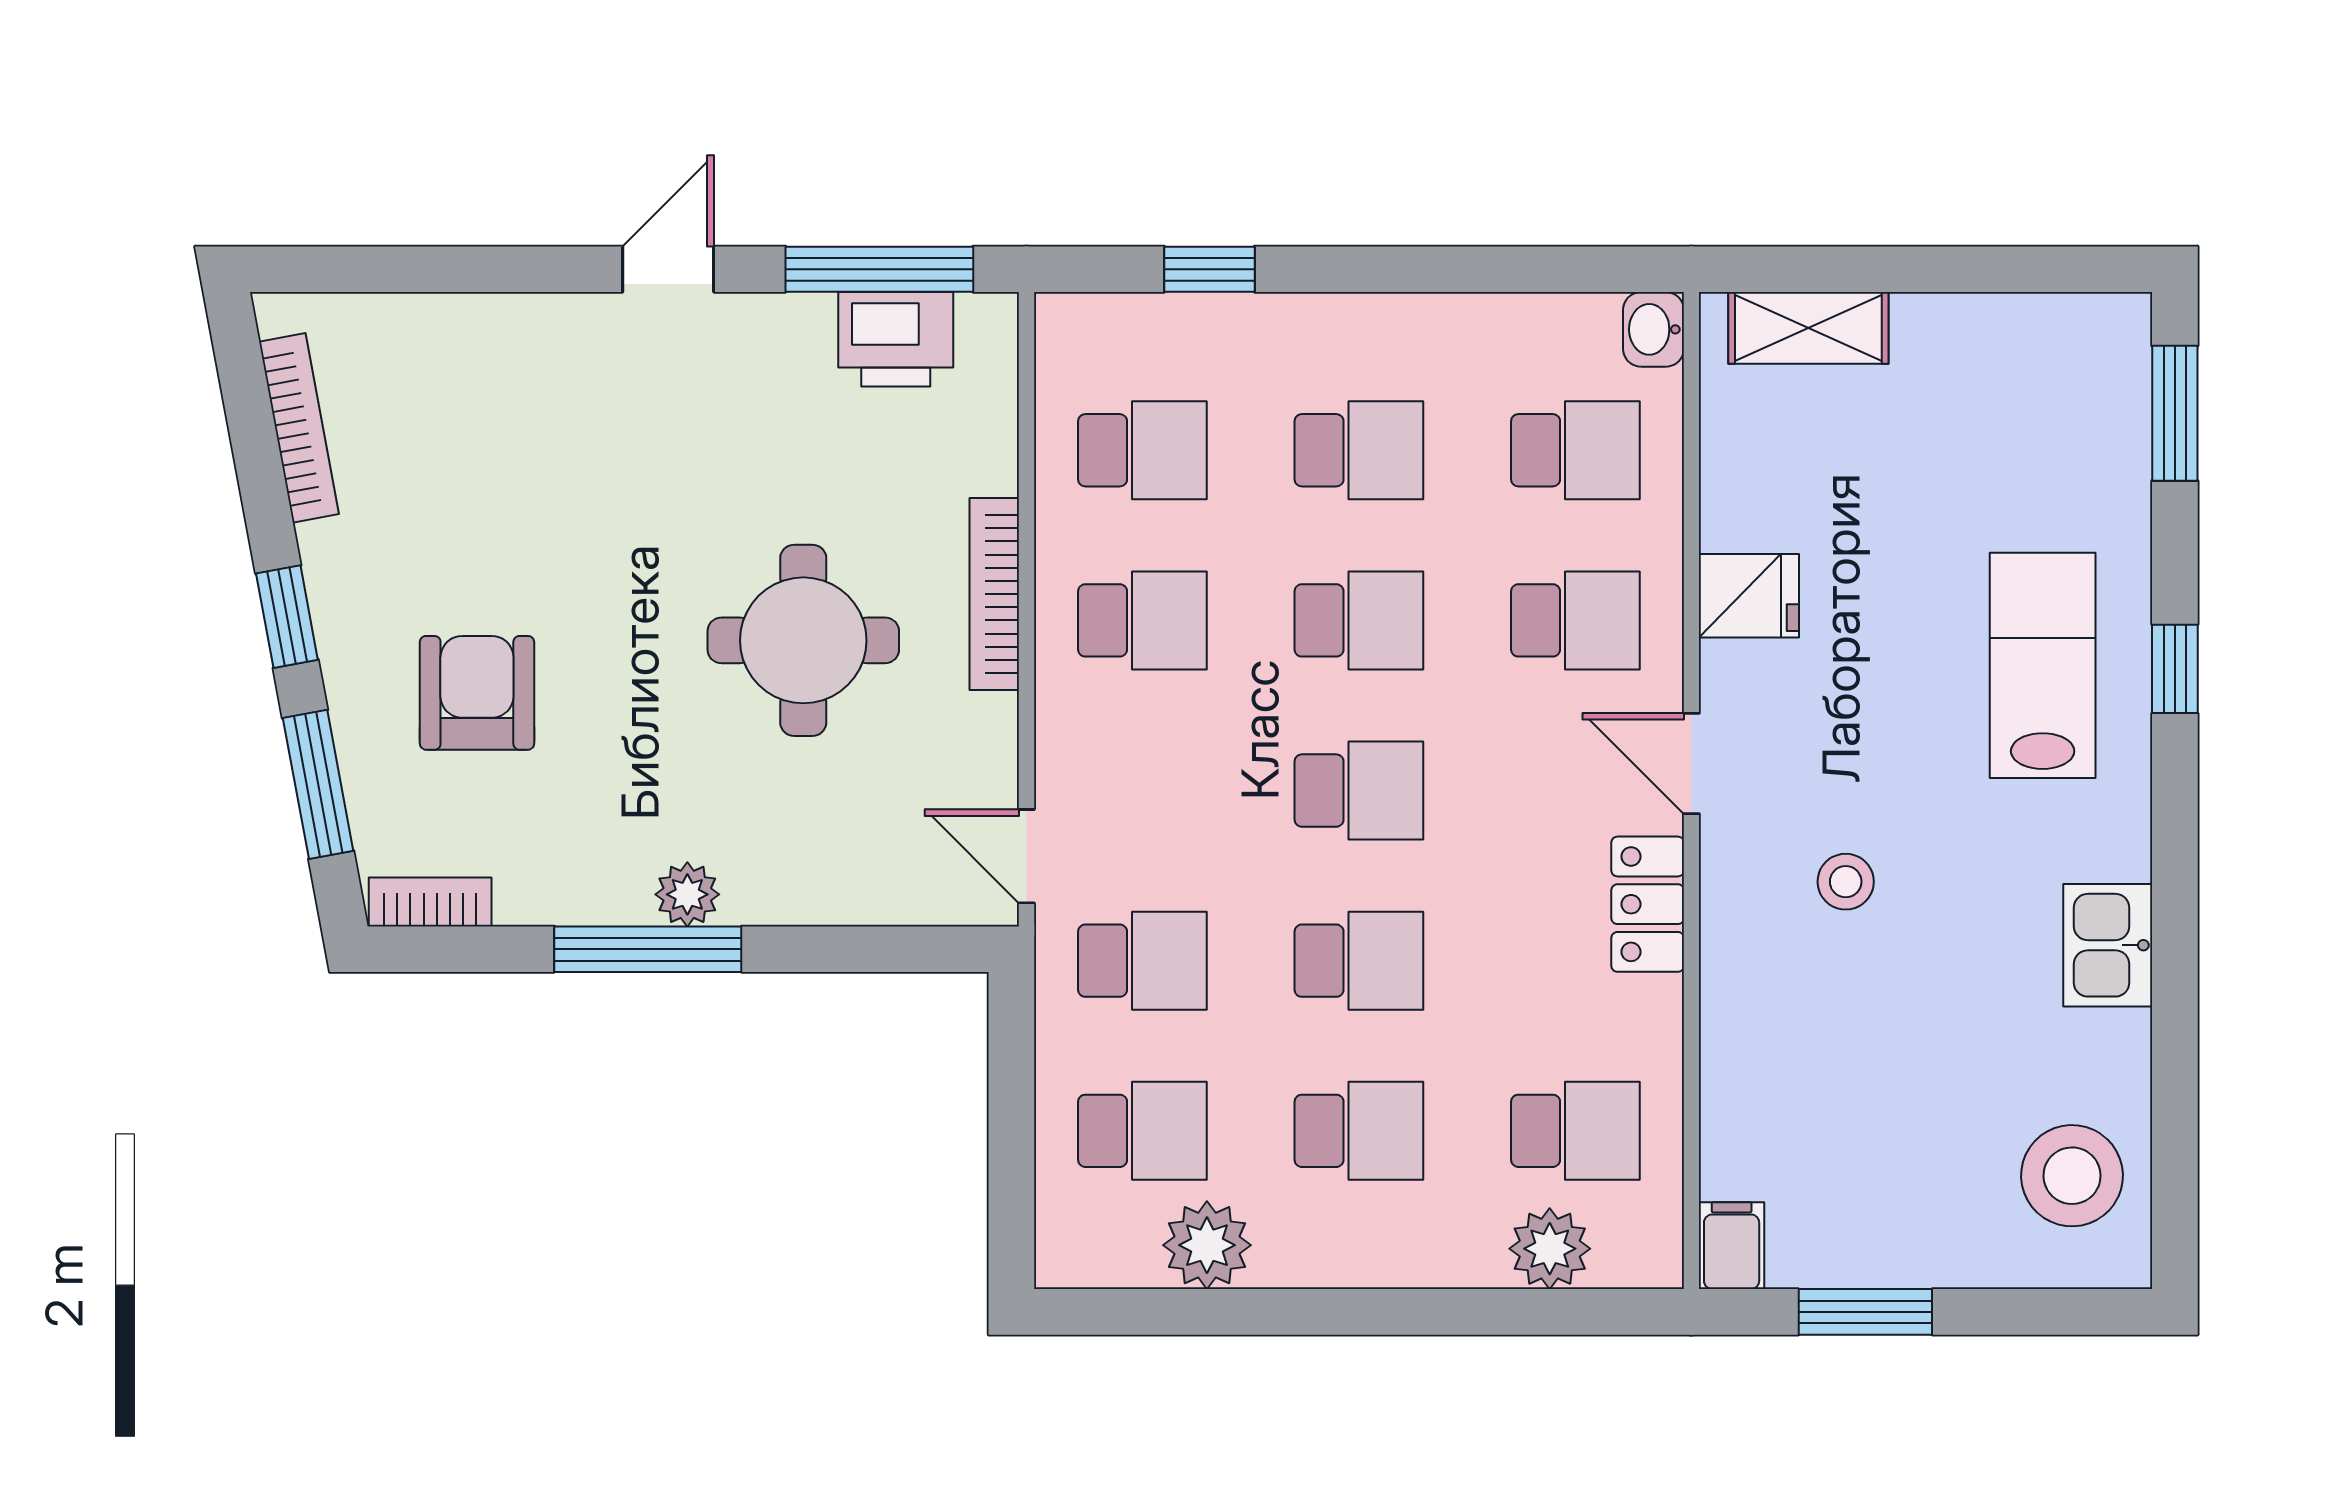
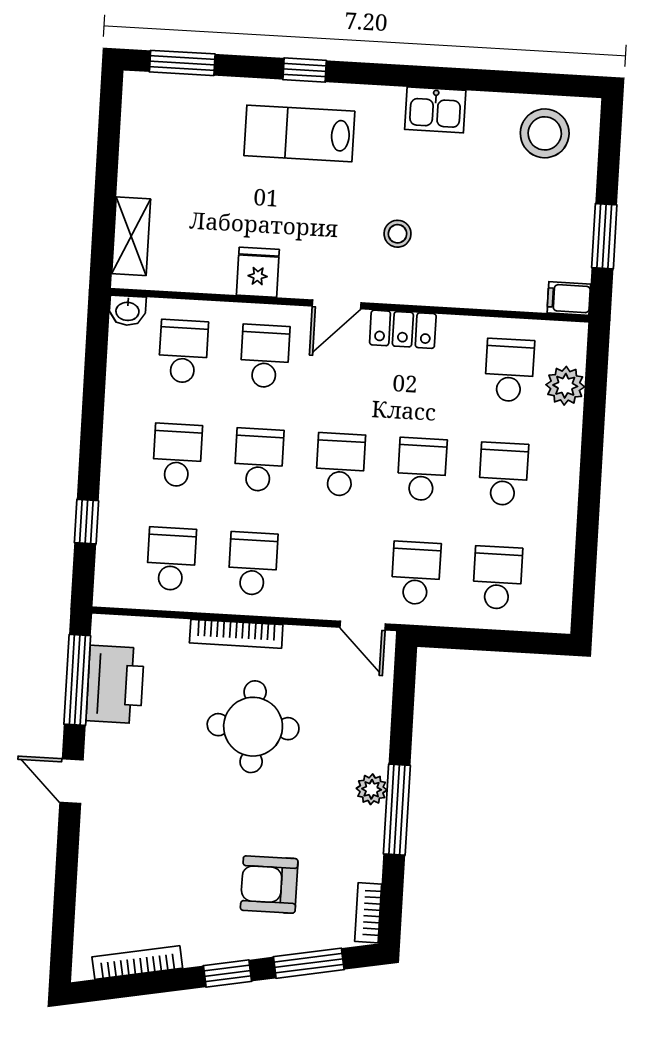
printer: (896, 339) -> (115, 684), width x1.37, depth x1.19
door: (1026, 856) -> (363, 626), hinge flipped
plant: (1207, 1245) -> (554, 550), removed

